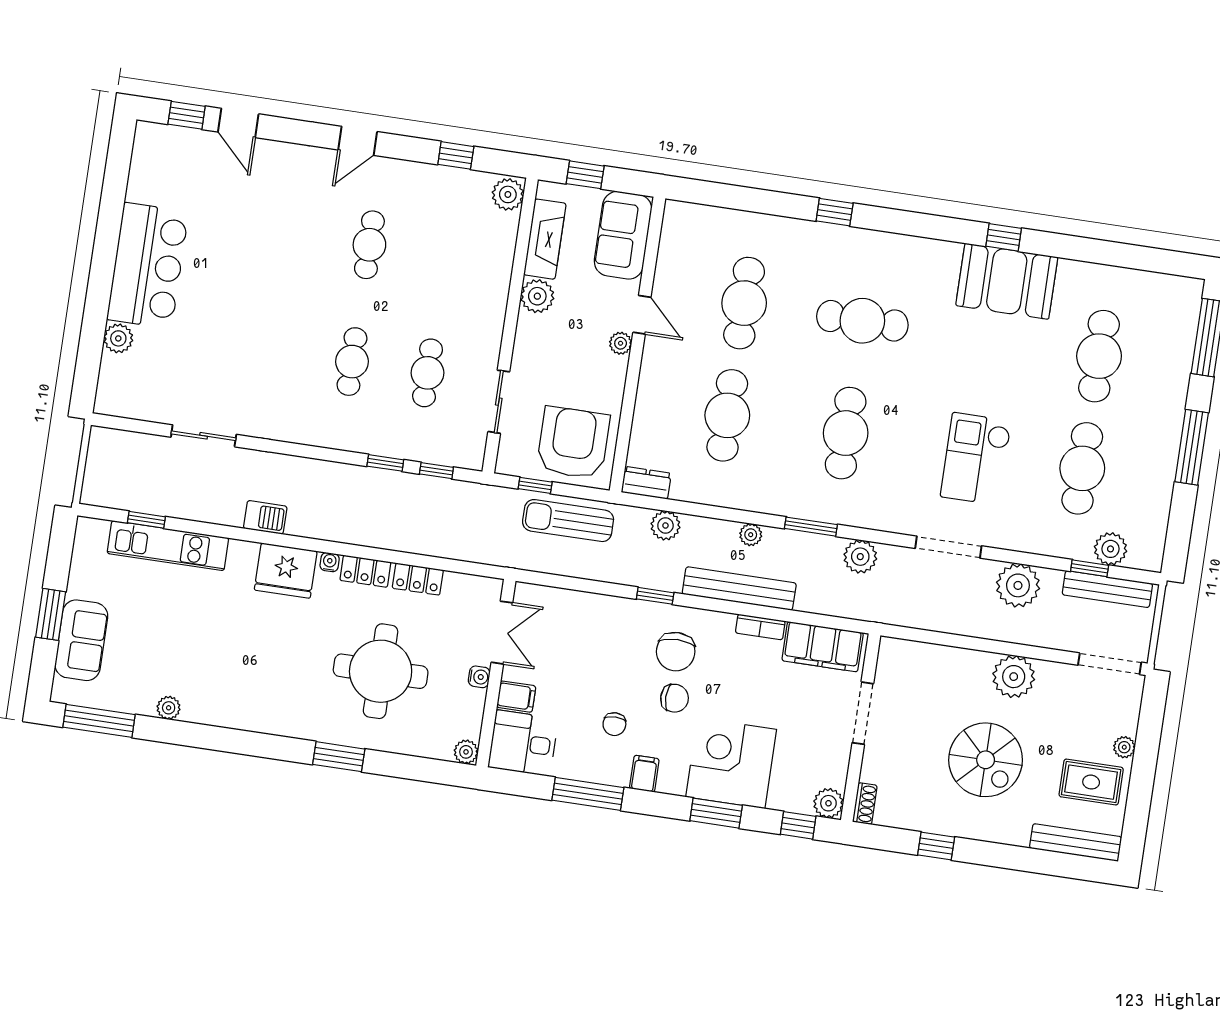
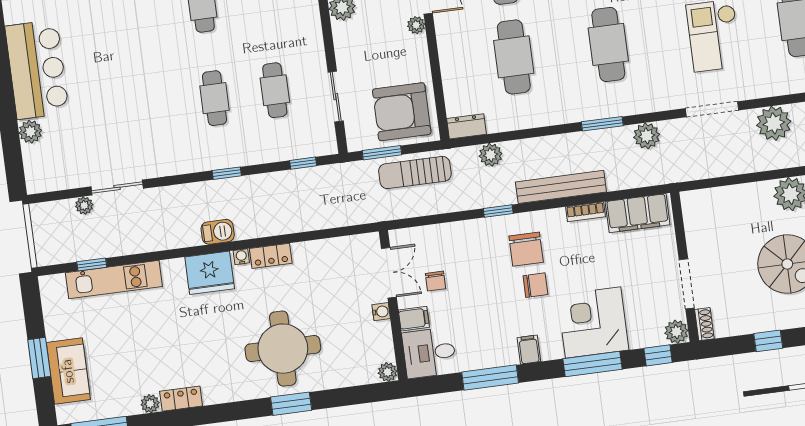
armchair: (573, 443) -> (402, 112), turned -90
window: (385, 463) -> (227, 173), moved
window: (535, 485) -> (382, 153), width x1.50
barbecue: (265, 517) -> (218, 232), moved
plant: (751, 535) -> (84, 206), moved
locker: (418, 579) -> (181, 399), moved, turned 180
round table: (381, 671) -> (283, 349), moved
doorway: (863, 713) -> (687, 284), moved
chair: (614, 724) -> (436, 281), moved
window: (716, 813) -> (593, 364), width x1.44

